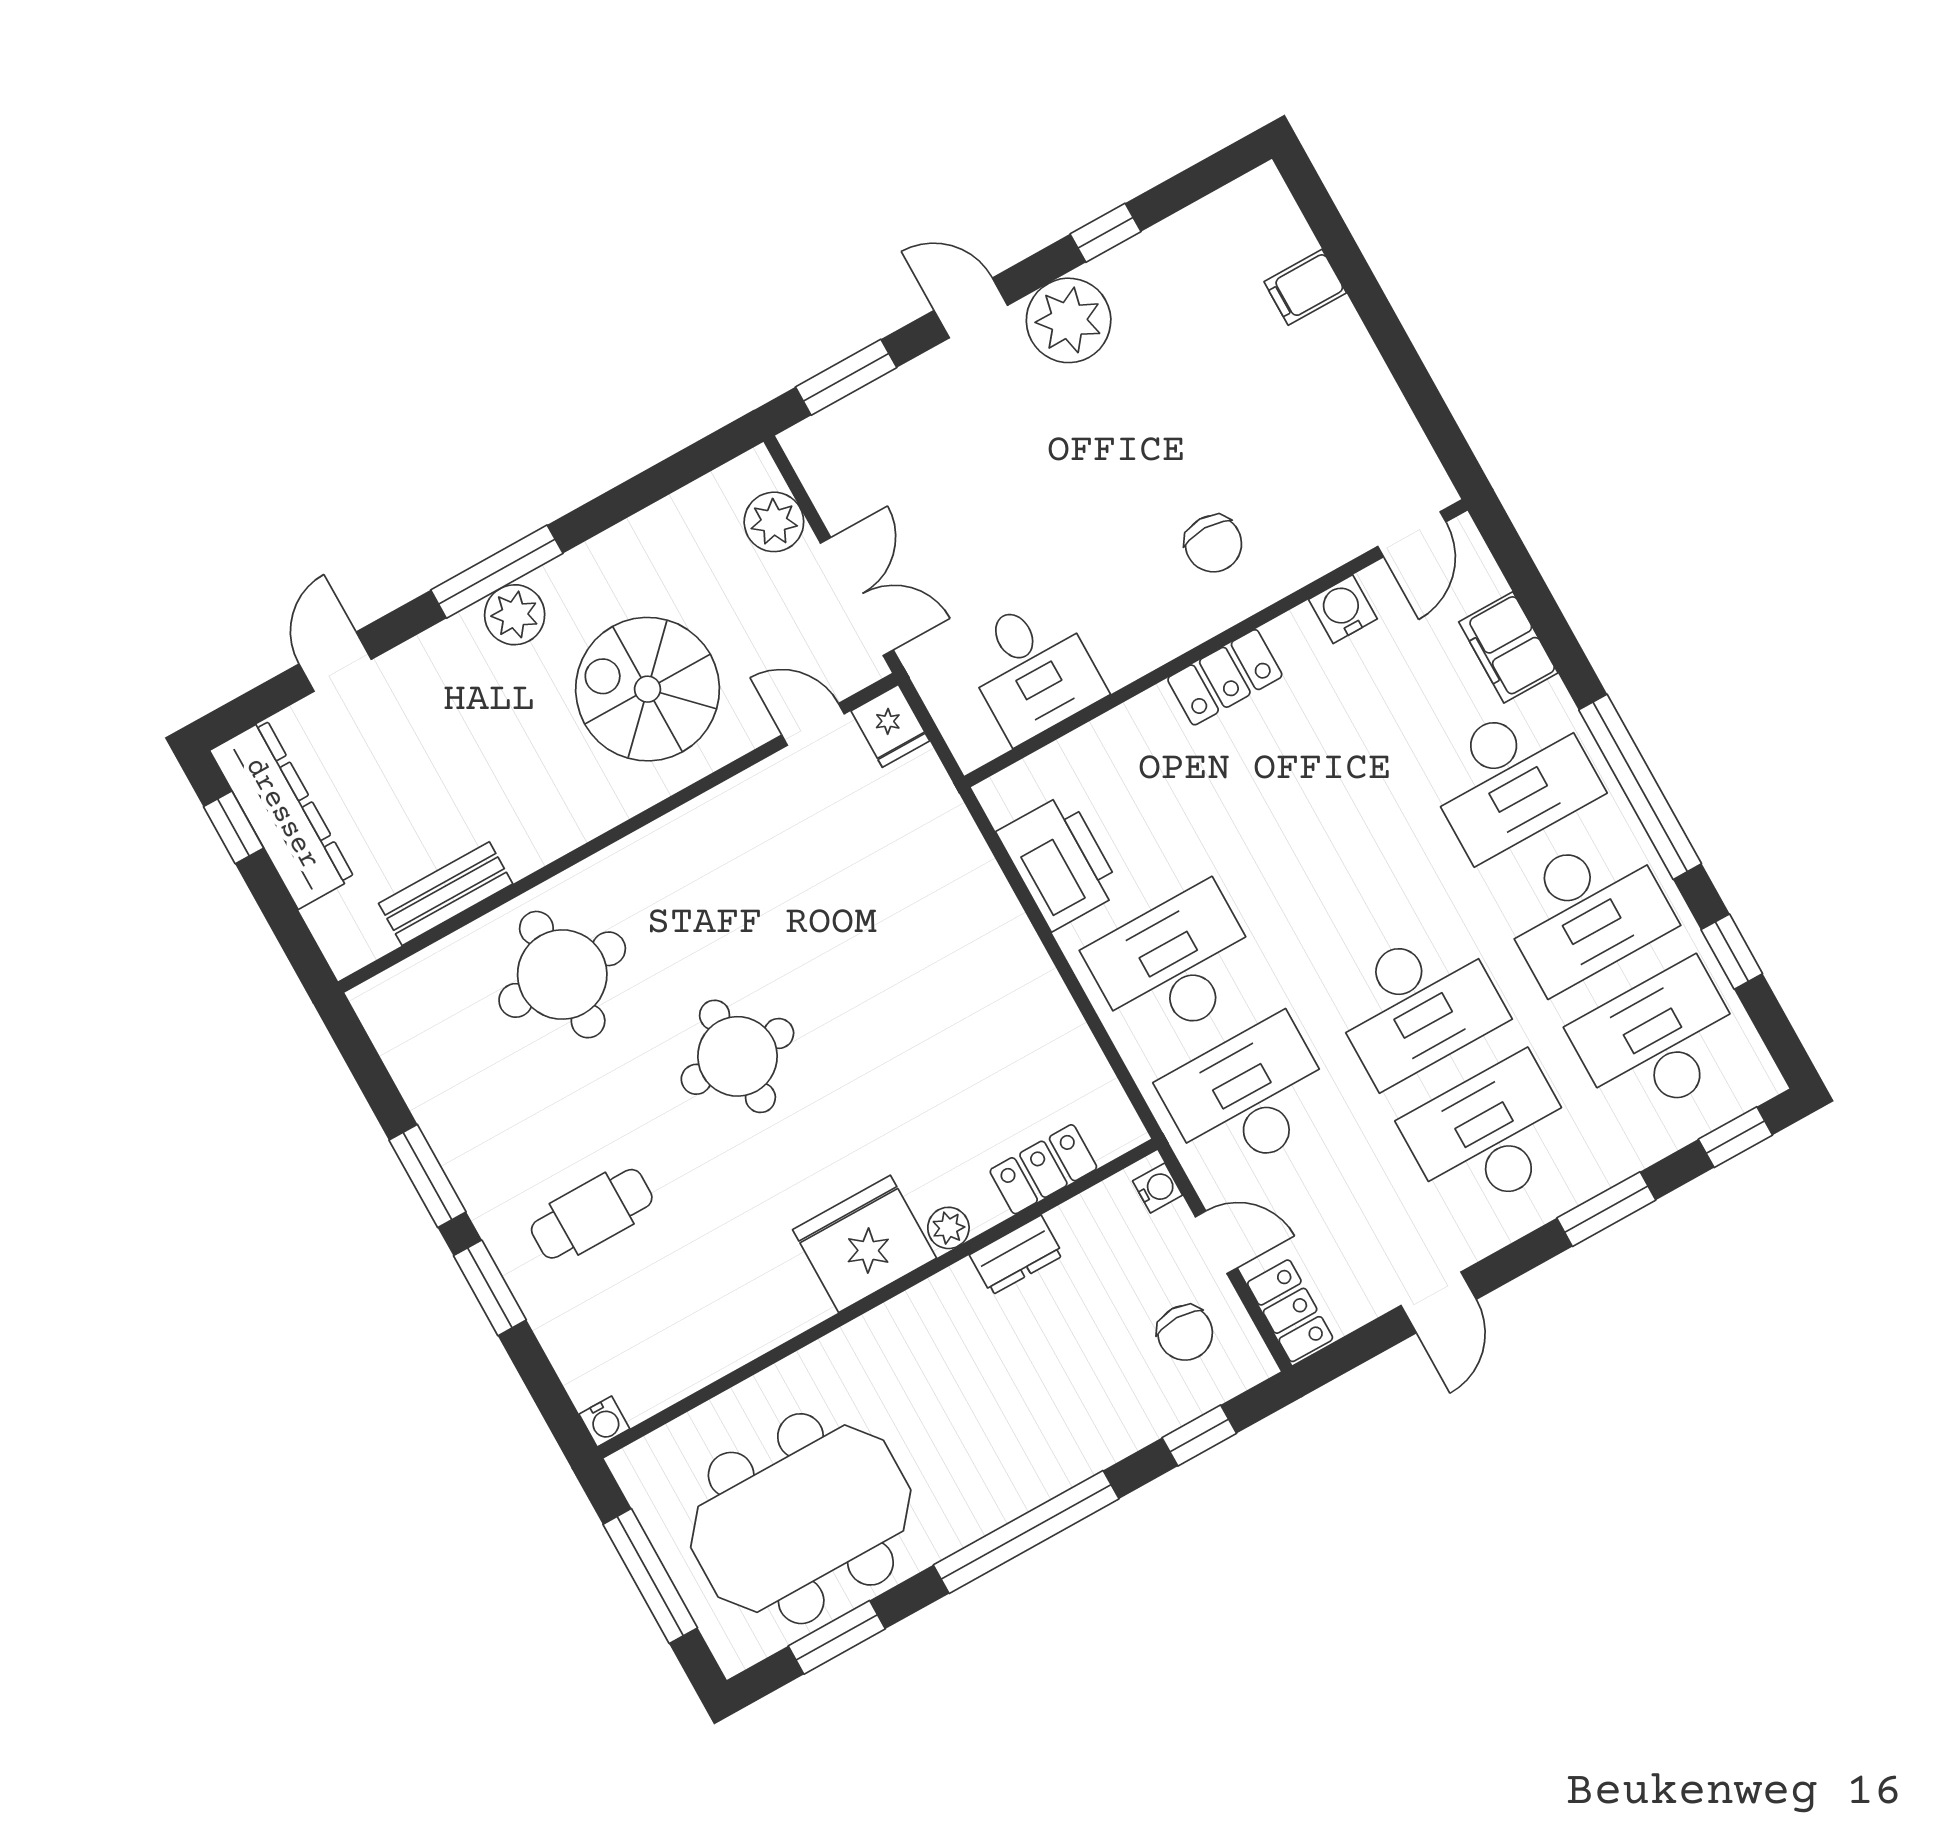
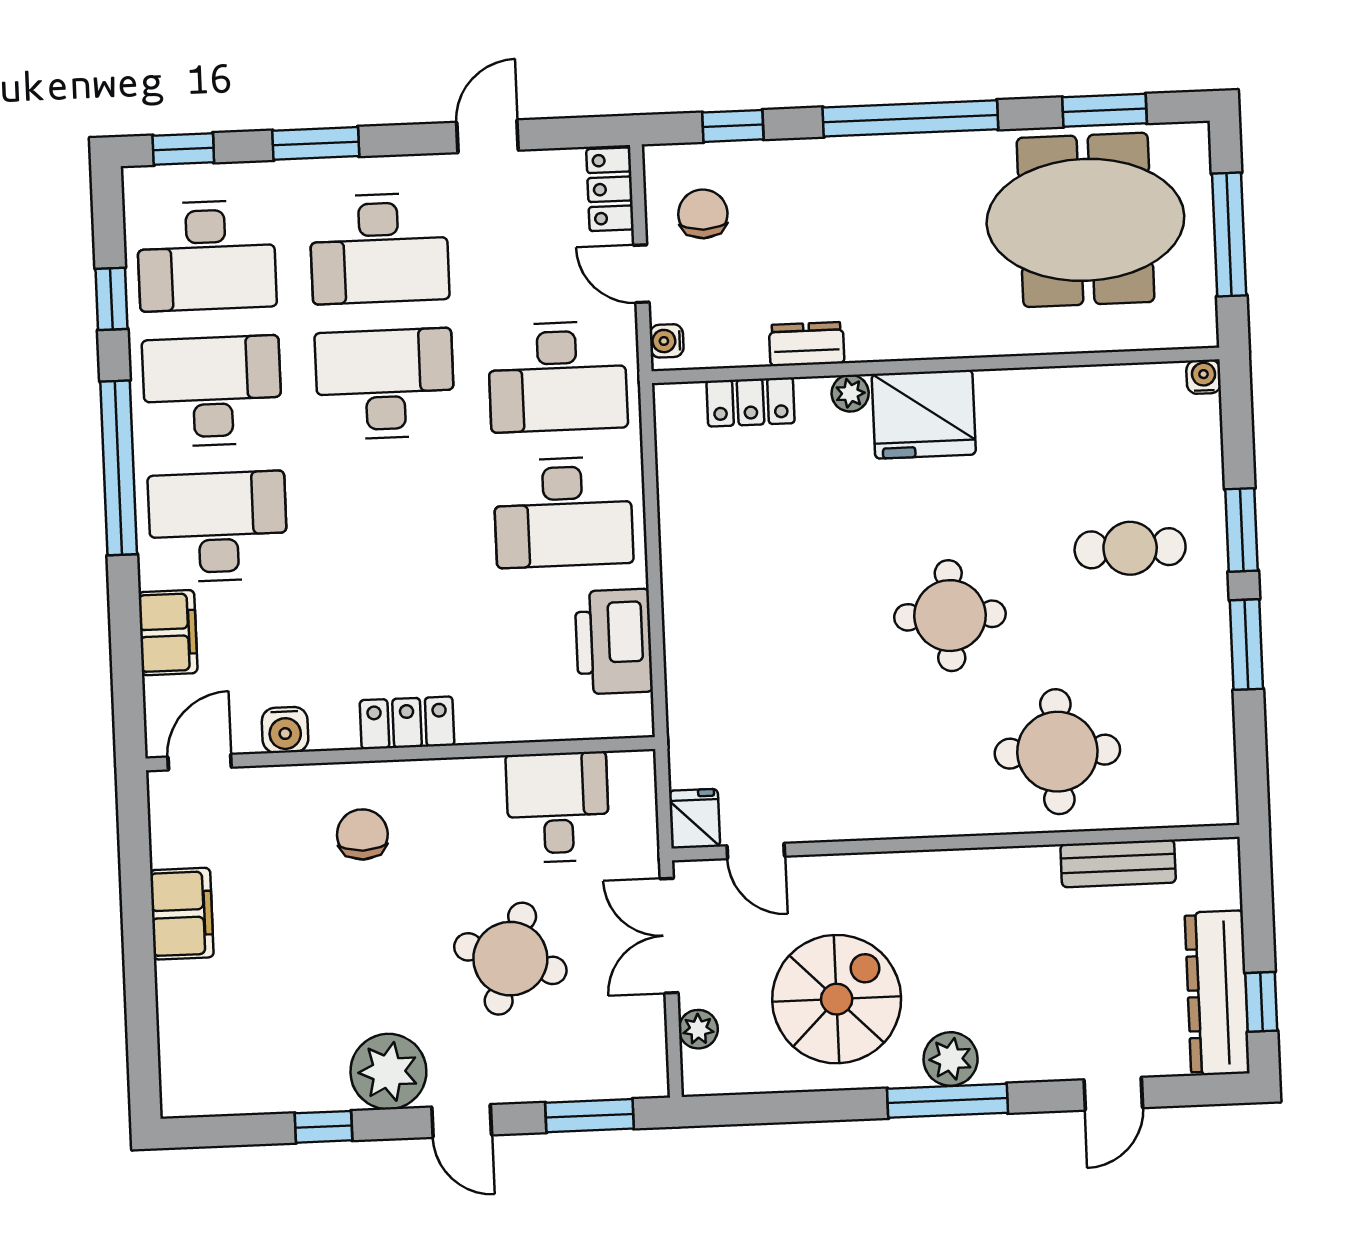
filing cabinet: (1305, 287) -> (182, 914), moved, width x2.00
round table: (1004, 494) -> (510, 959), added
plant: (774, 522) -> (698, 1029), width x0.73, depth x0.73
spiral stairs: (648, 689) -> (837, 999), moved, turned -90

